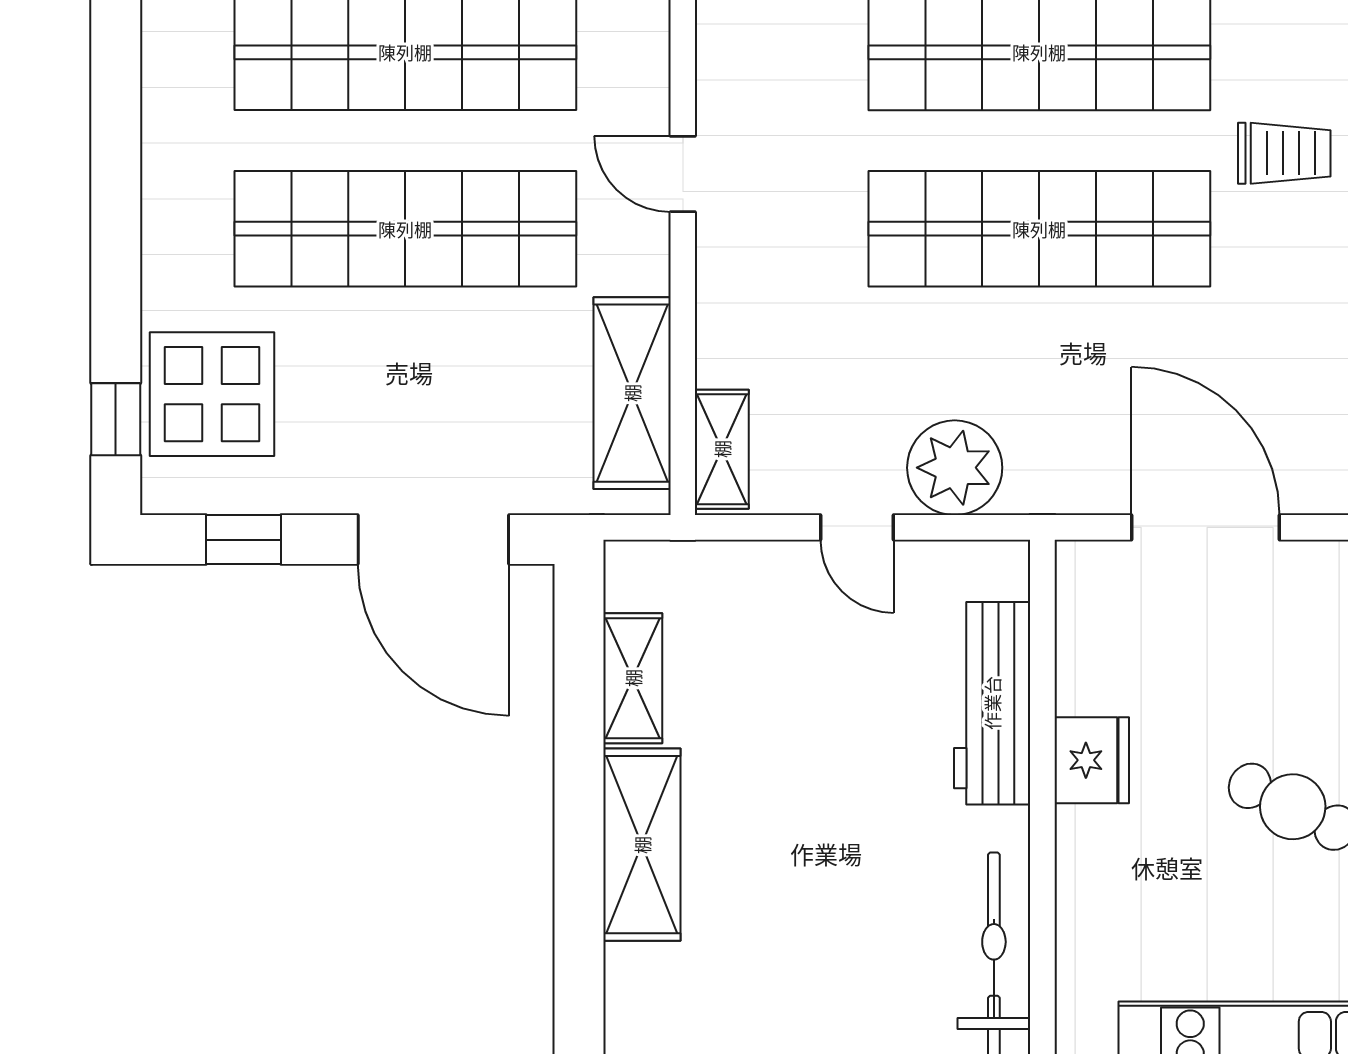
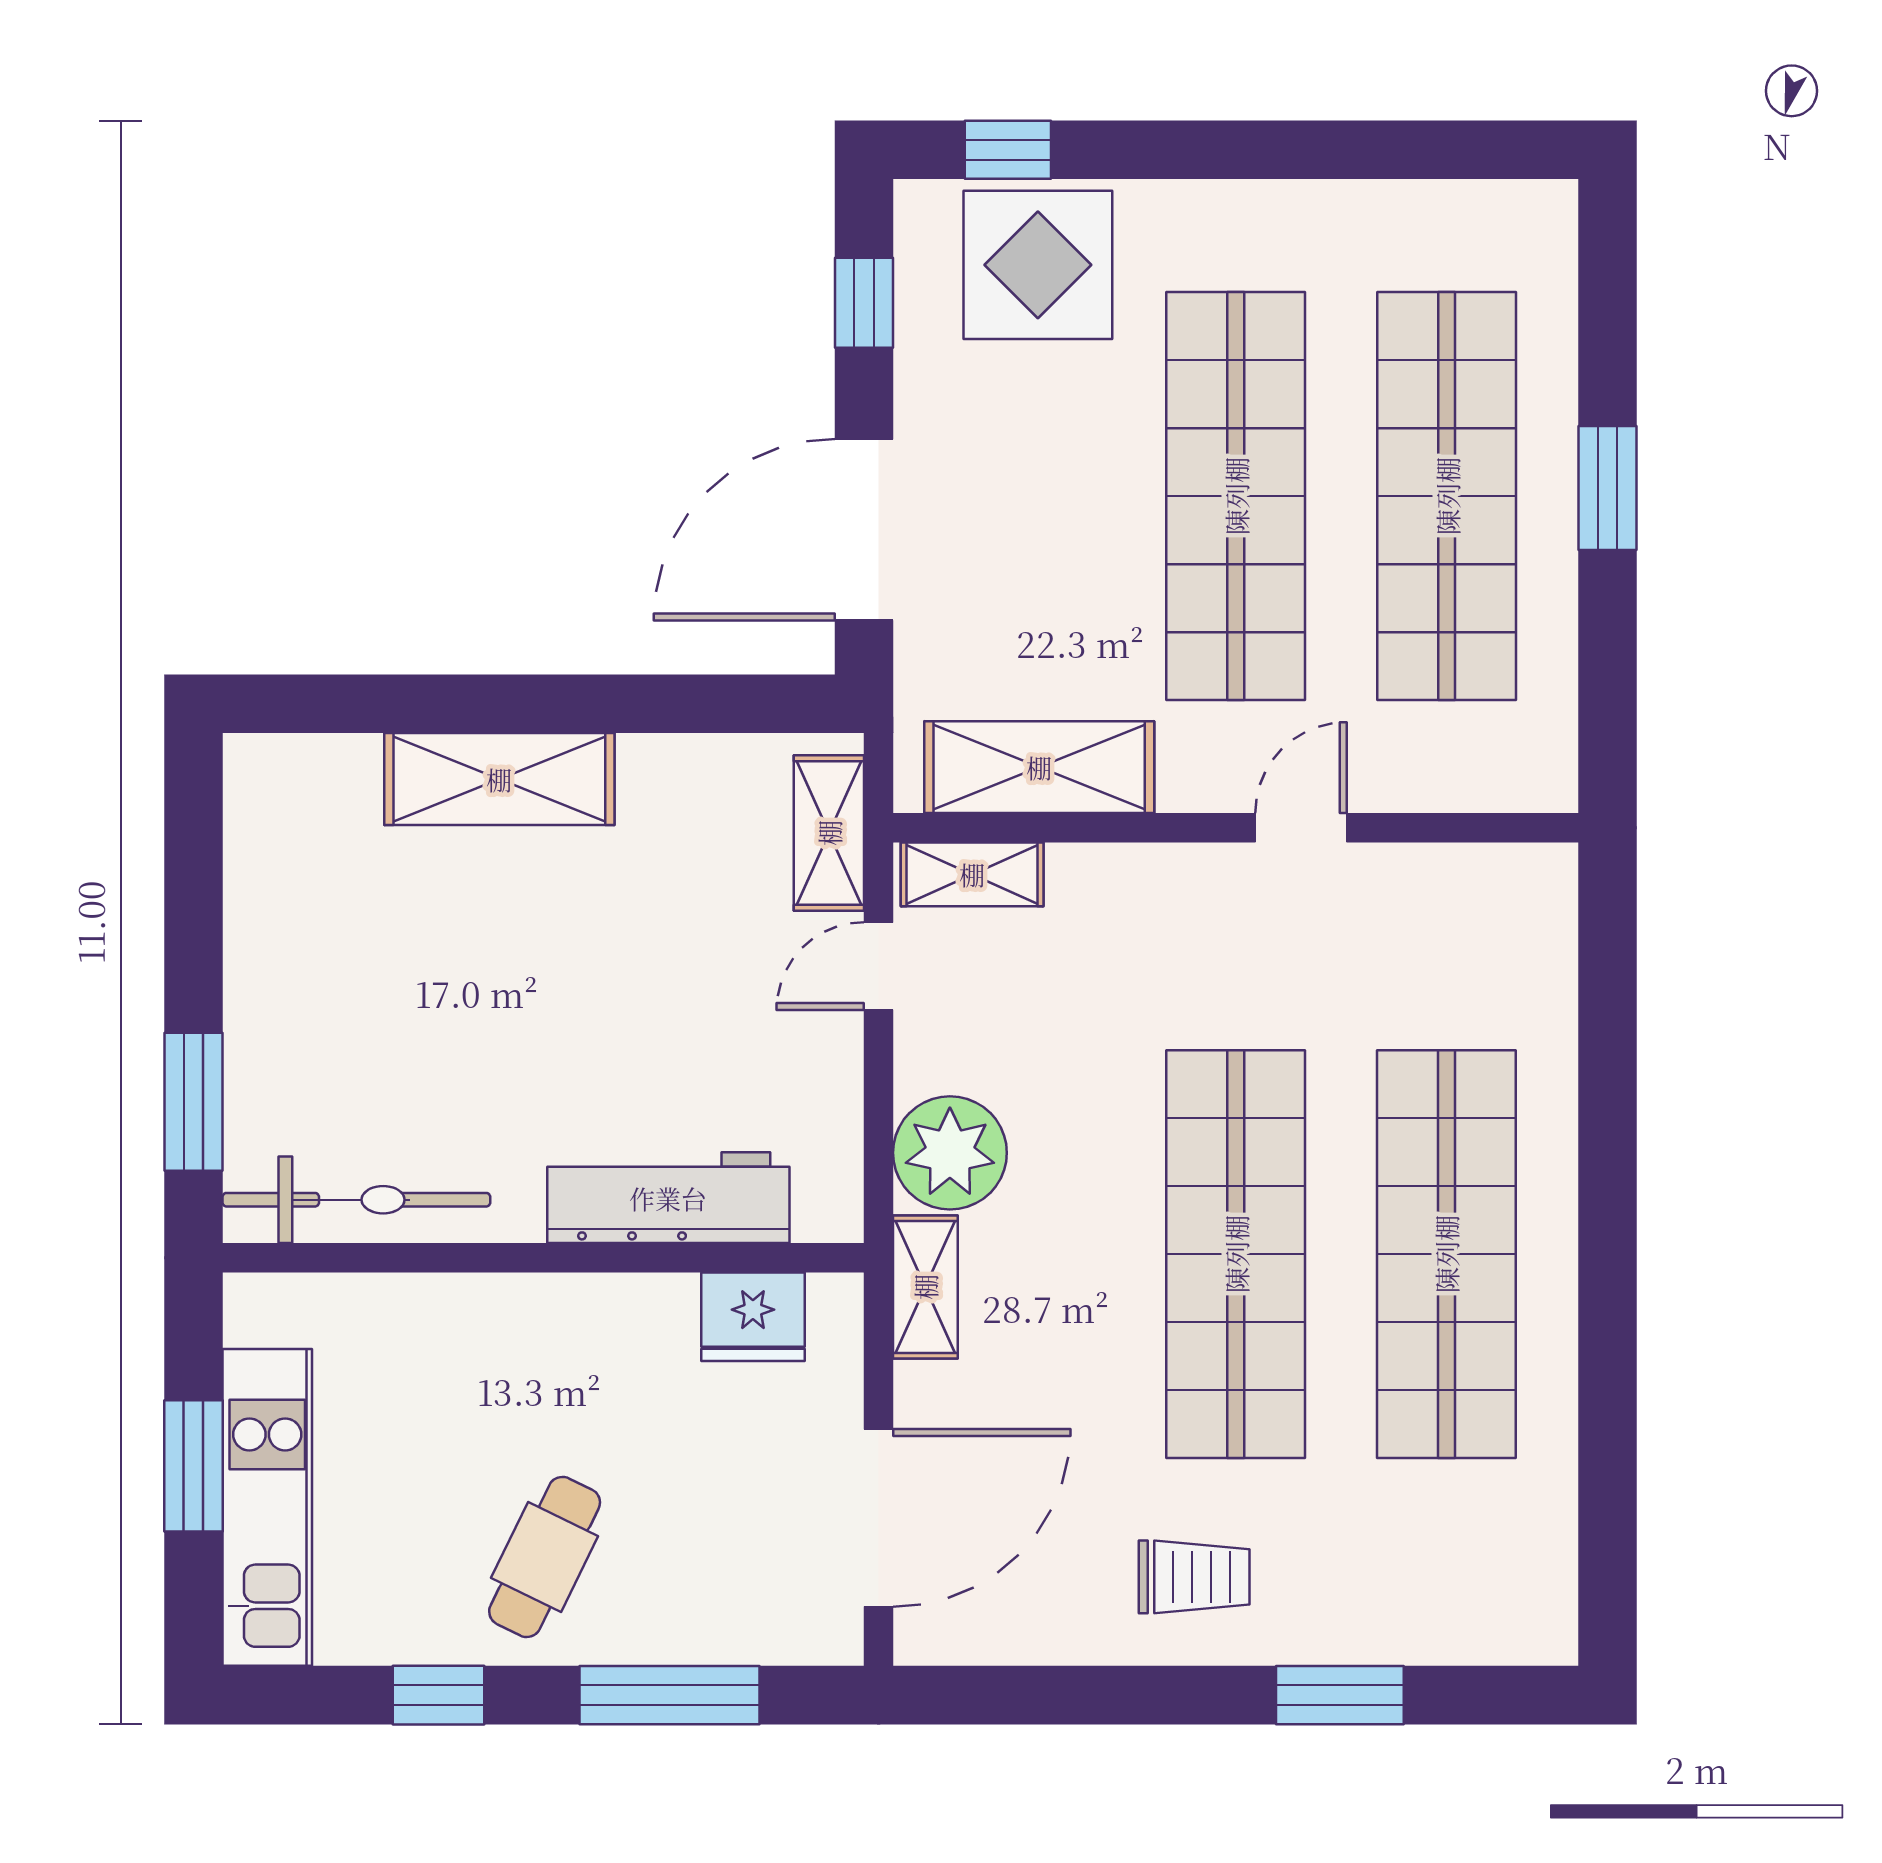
trolley: (1284, 153) -> (1194, 1577), moved, turned -90
shelving: (1067, 488) -> (925, 1287), added
door: (857, 527) -> (879, 966), moved
door: (1205, 527) -> (879, 1518), moved
shelving: (633, 678) -> (829, 833), moved, turned 90
fridge: (1092, 760) -> (753, 1317), moved

